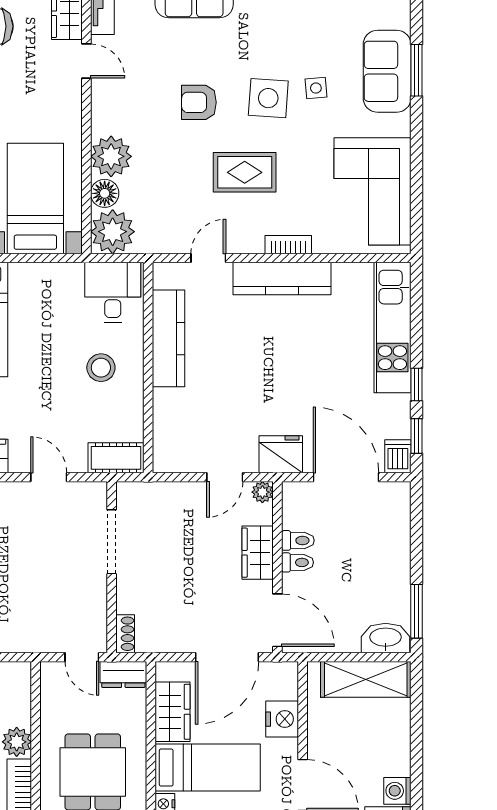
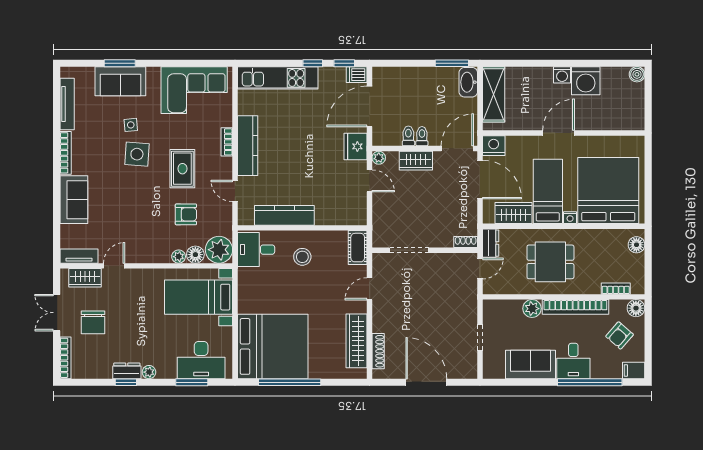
armchair: (199, 102) -> (186, 214), moved, turned -90
plant: (111, 156) -> (179, 257), width x0.53, depth x0.53
nightstand: (282, 719) -> (494, 146), moved

